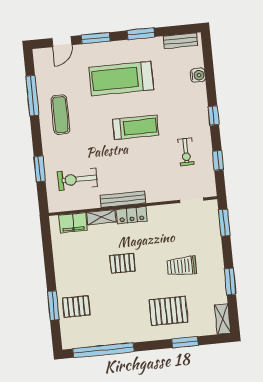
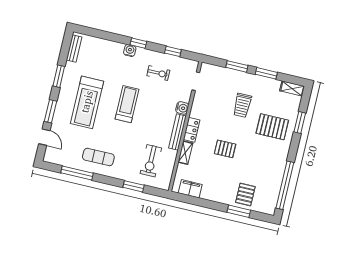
water cooler: (198, 75) -> (130, 51), moved
water cooler: (154, 195) -> (182, 108), added
filing cabinet: (73, 223) -> (190, 189), moved, turned -90
window: (224, 223) -> (237, 66), moved
pallet: (122, 263) -> (225, 149), turned 90
pallet: (169, 311) -> (272, 127), turned 90

